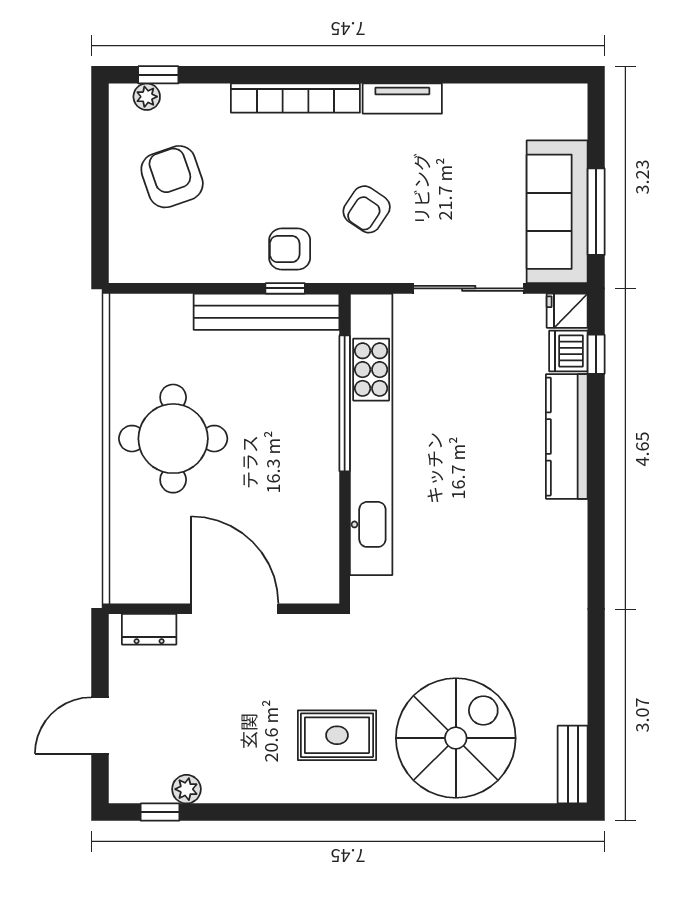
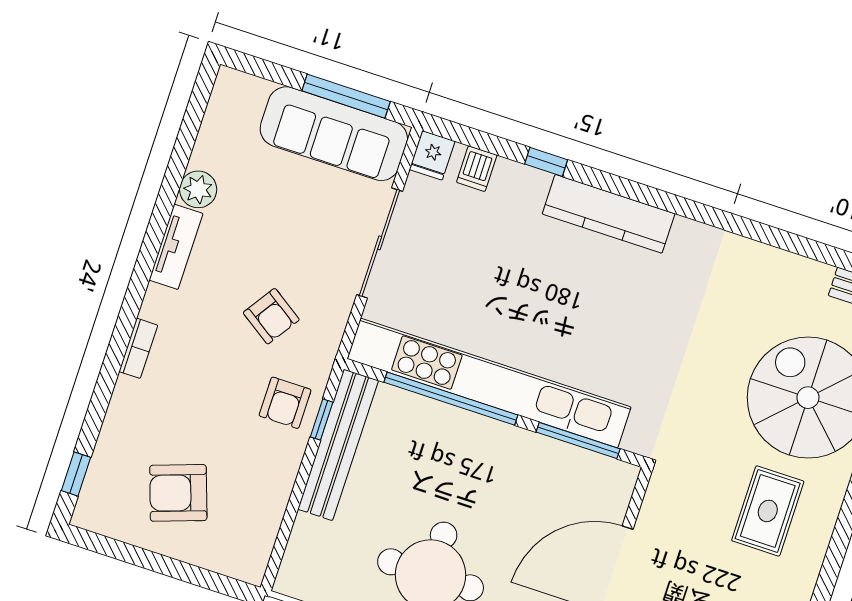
plant: (147, 97) -> (198, 189), moved, width x1.38, depth x1.38
bookcase: (295, 98) -> (138, 348), width x0.43, depth x0.76
dishwasher: (568, 351) -> (477, 169), width x0.73
window: (596, 354) -> (546, 162), moved
kitchen counter: (567, 437) -> (609, 214), moved
window: (345, 536) -> (578, 440), added

